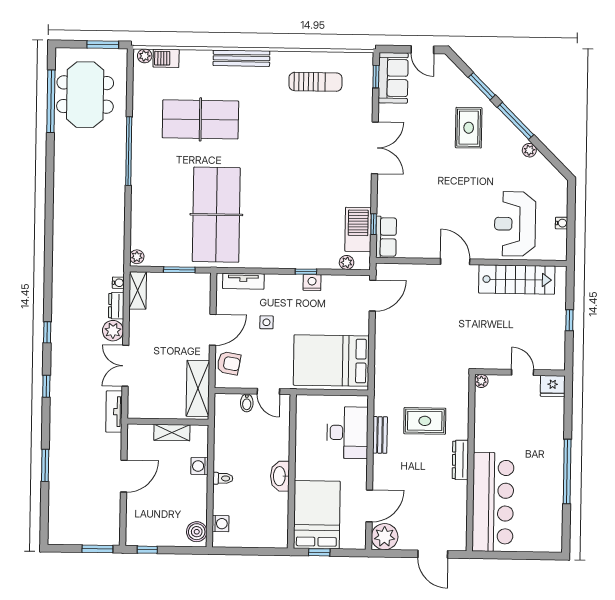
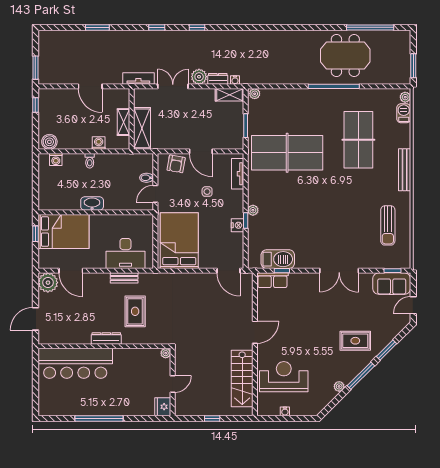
meeting table: (85, 95) -> (345, 56), moved
plant: (347, 262) -> (253, 210), moved
shelving: (198, 388) -> (142, 128), moved, turned 90

